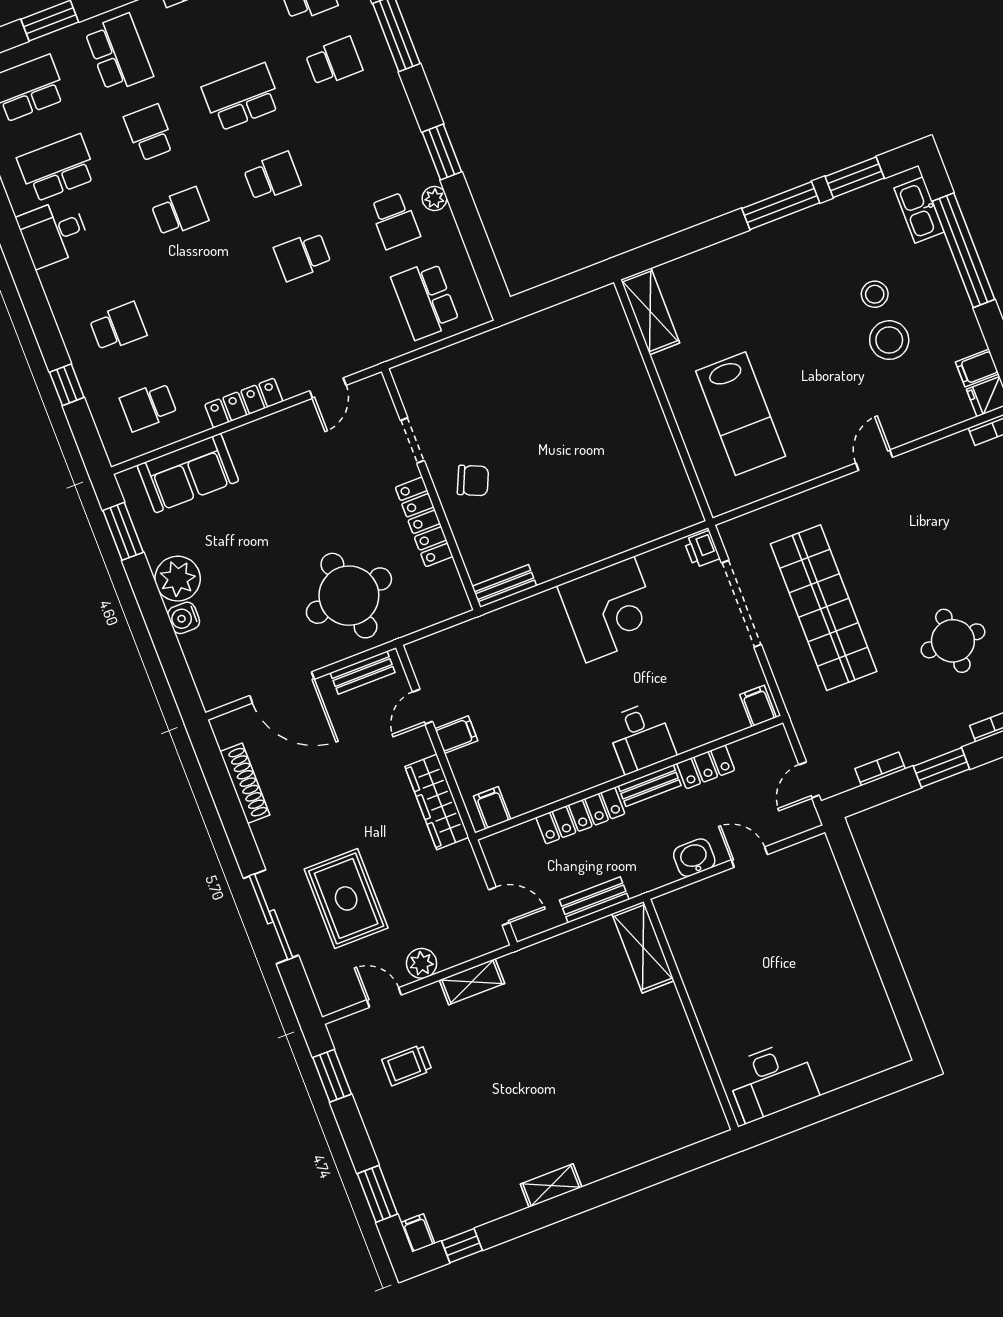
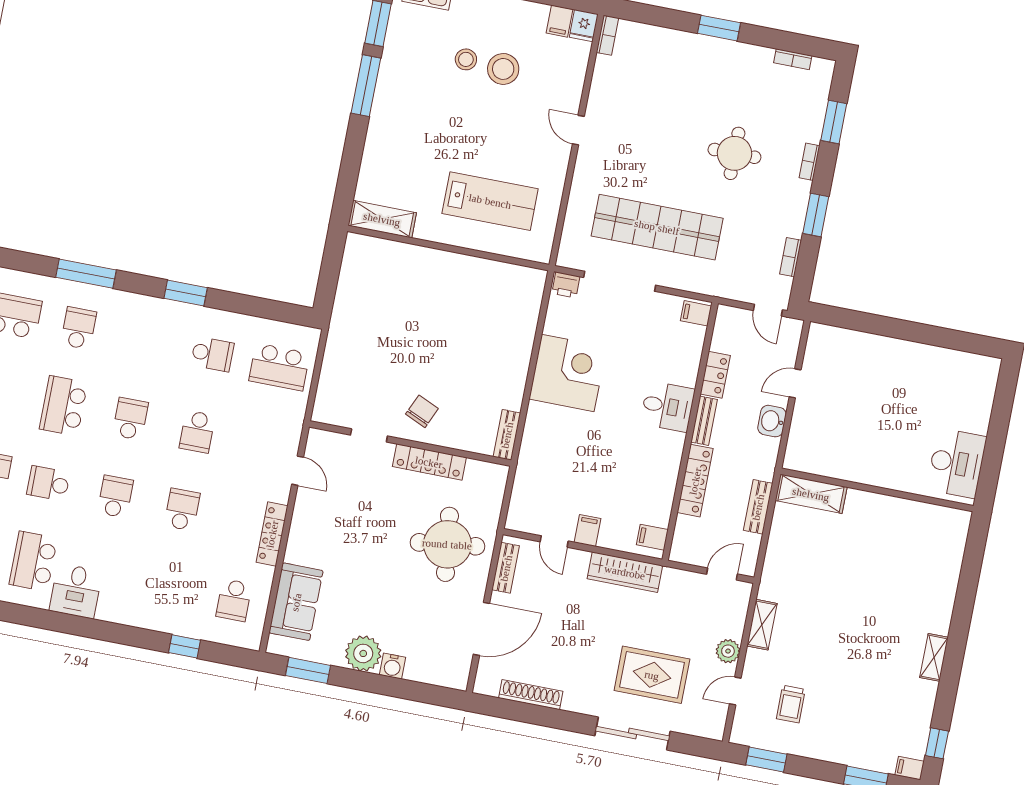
plant: (434, 199) -> (214, 318), removed
school desk: (118, 327) -> (182, 509), moved

